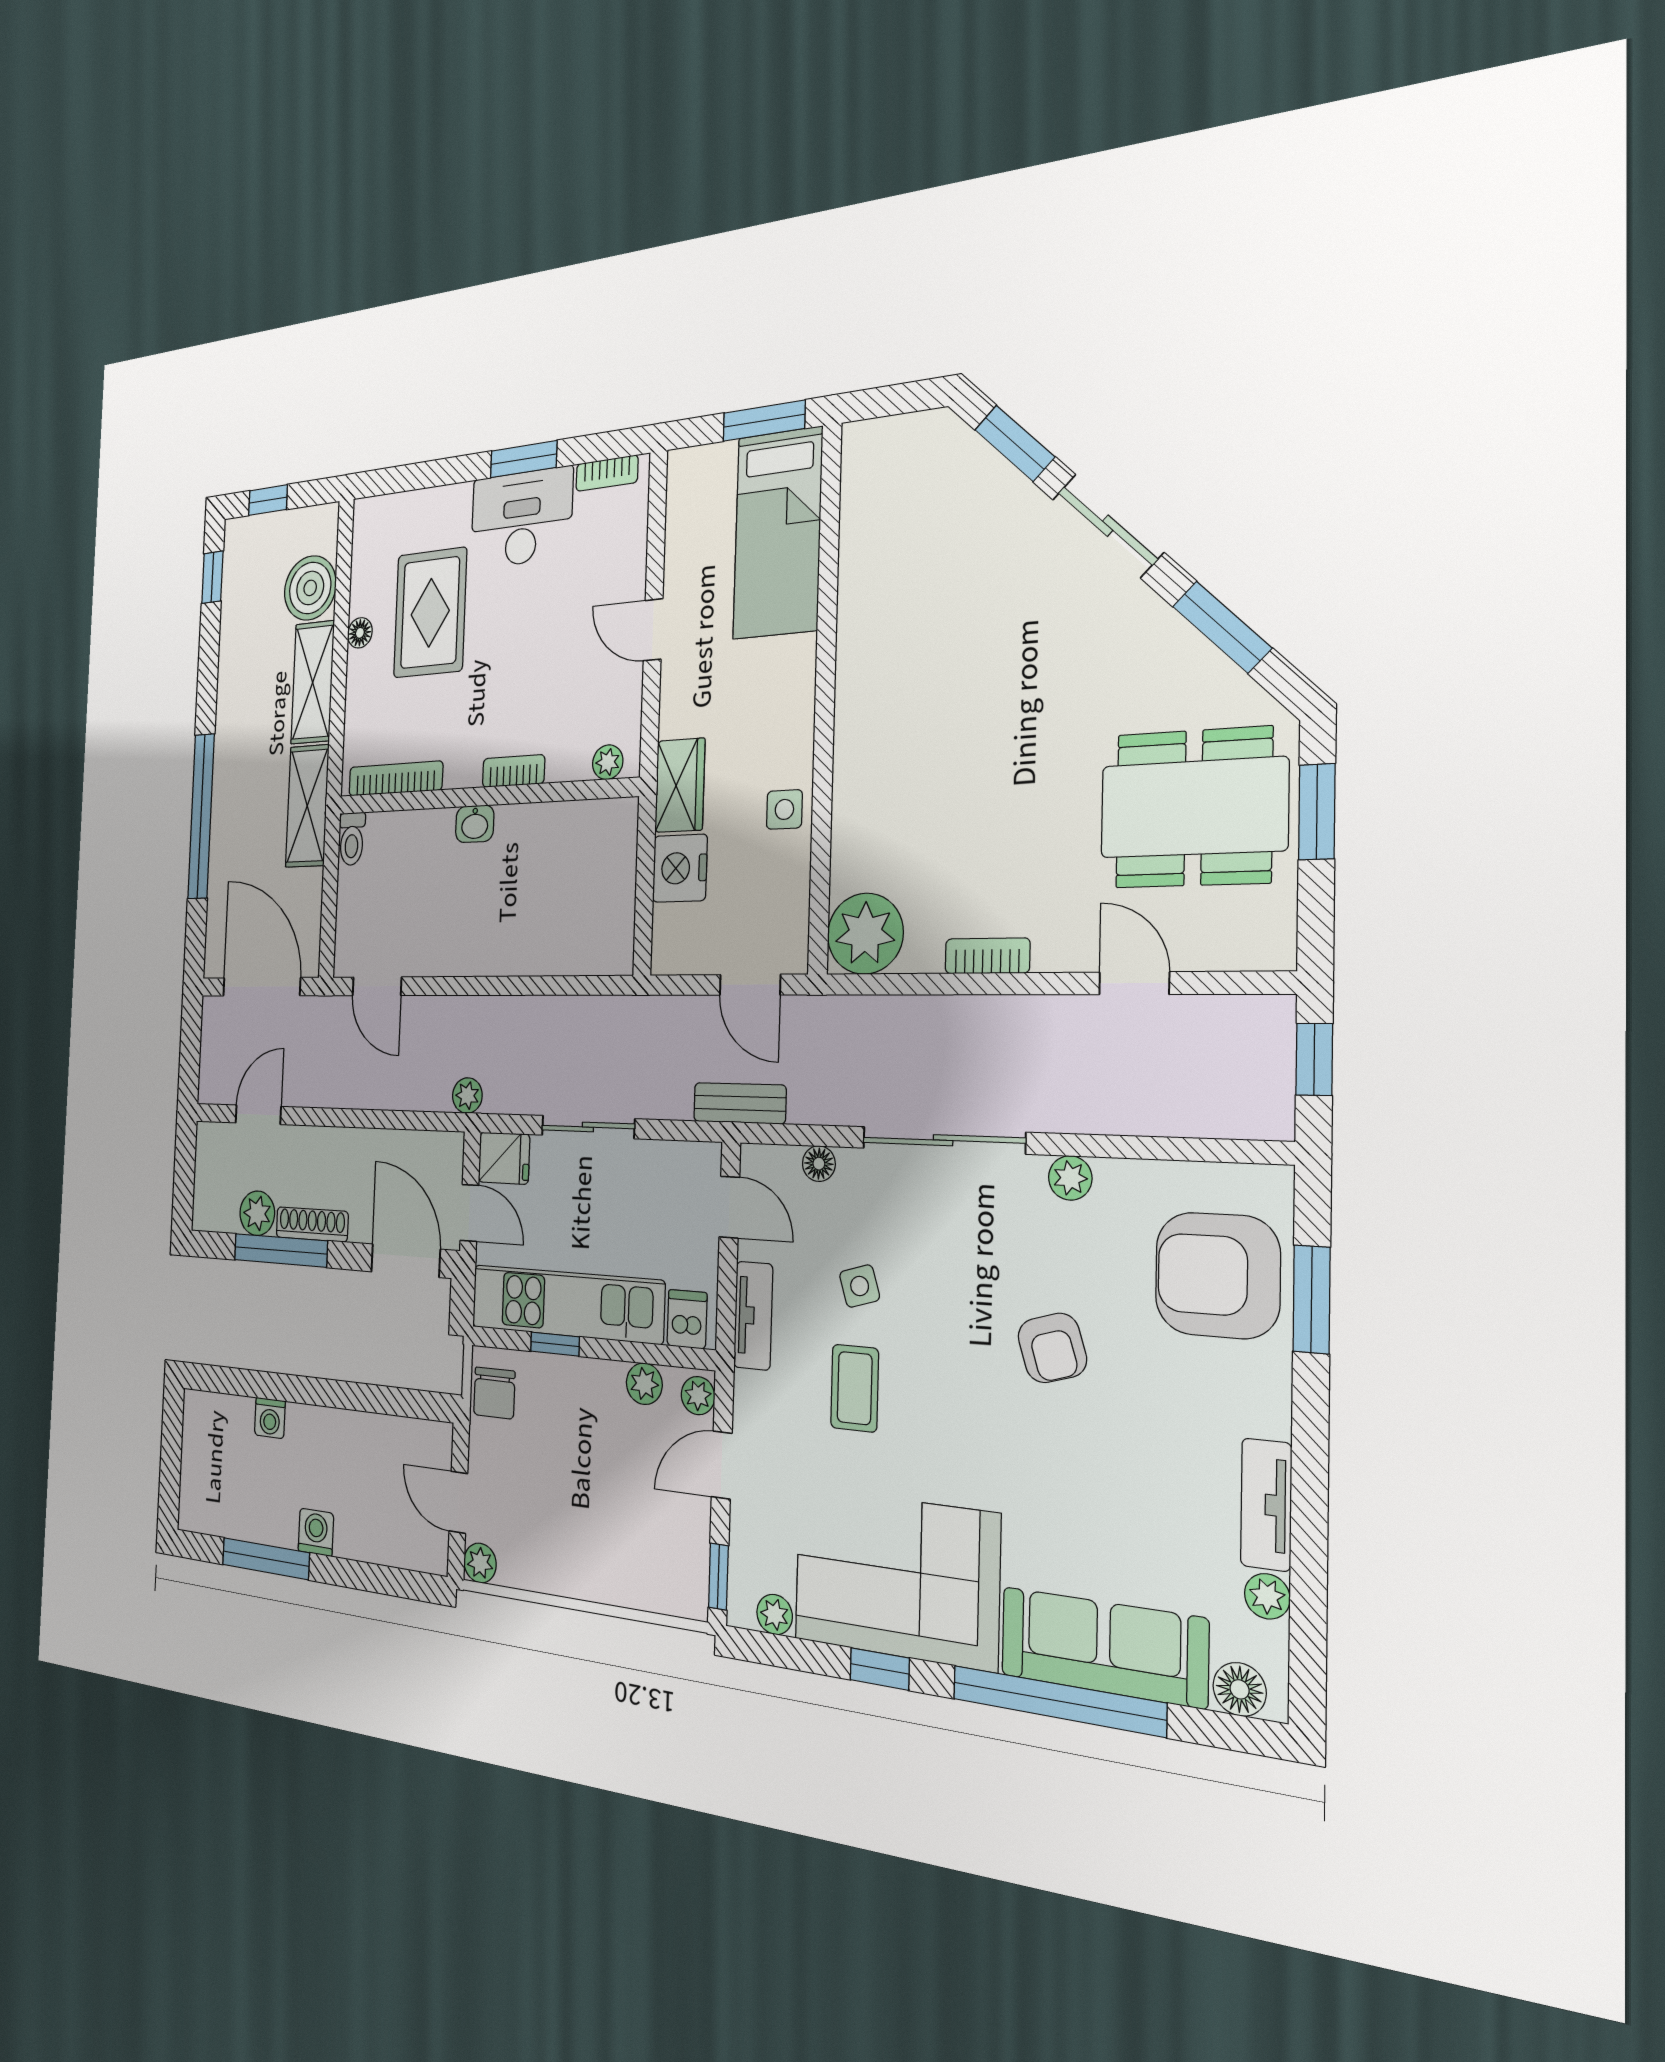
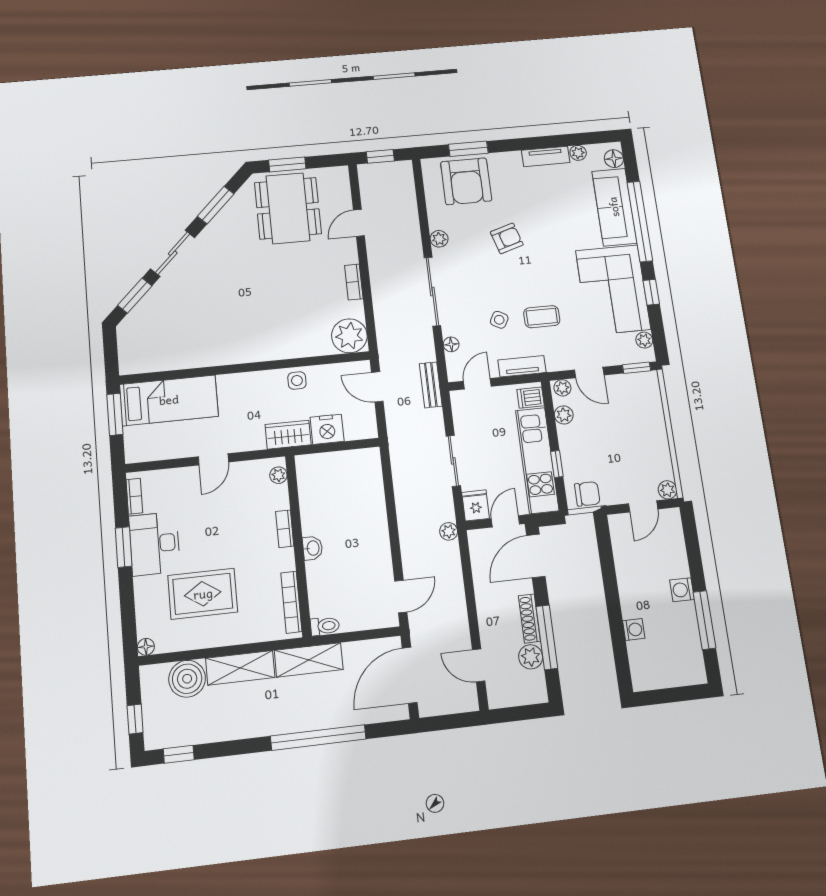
floor lamp: (360, 633) -> (146, 647), moved
door: (750, 985) -> (377, 387), swing flipped
side table: (860, 1286) -> (499, 320), turned 45

